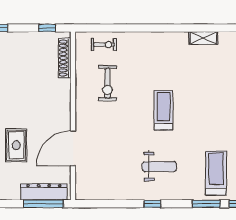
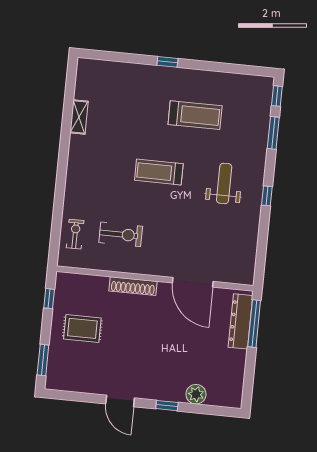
shoe rack: (65, 58) -> (133, 286), moved
rug: (16, 145) -> (82, 328), moved
treadmill: (216, 173) -> (195, 115), moved, turned 180

